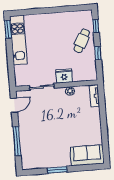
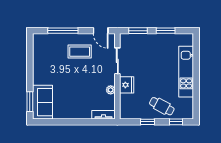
window: (8, 29) -> (166, 31), moved
kitchen unit: (18, 40) -> (186, 72), moved, turned 90
window: (11, 69) -> (138, 31), added
coffee table: (36, 124) -> (80, 52), added
window: (57, 170) -> (30, 102), moved

